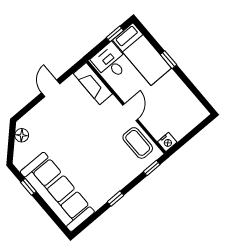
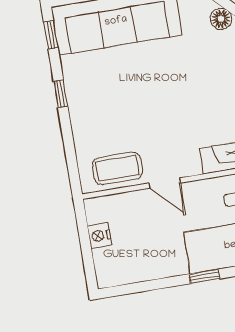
nightstand: (167, 142) -> (99, 236), moved
window: (152, 168) -> (51, 35), moved

